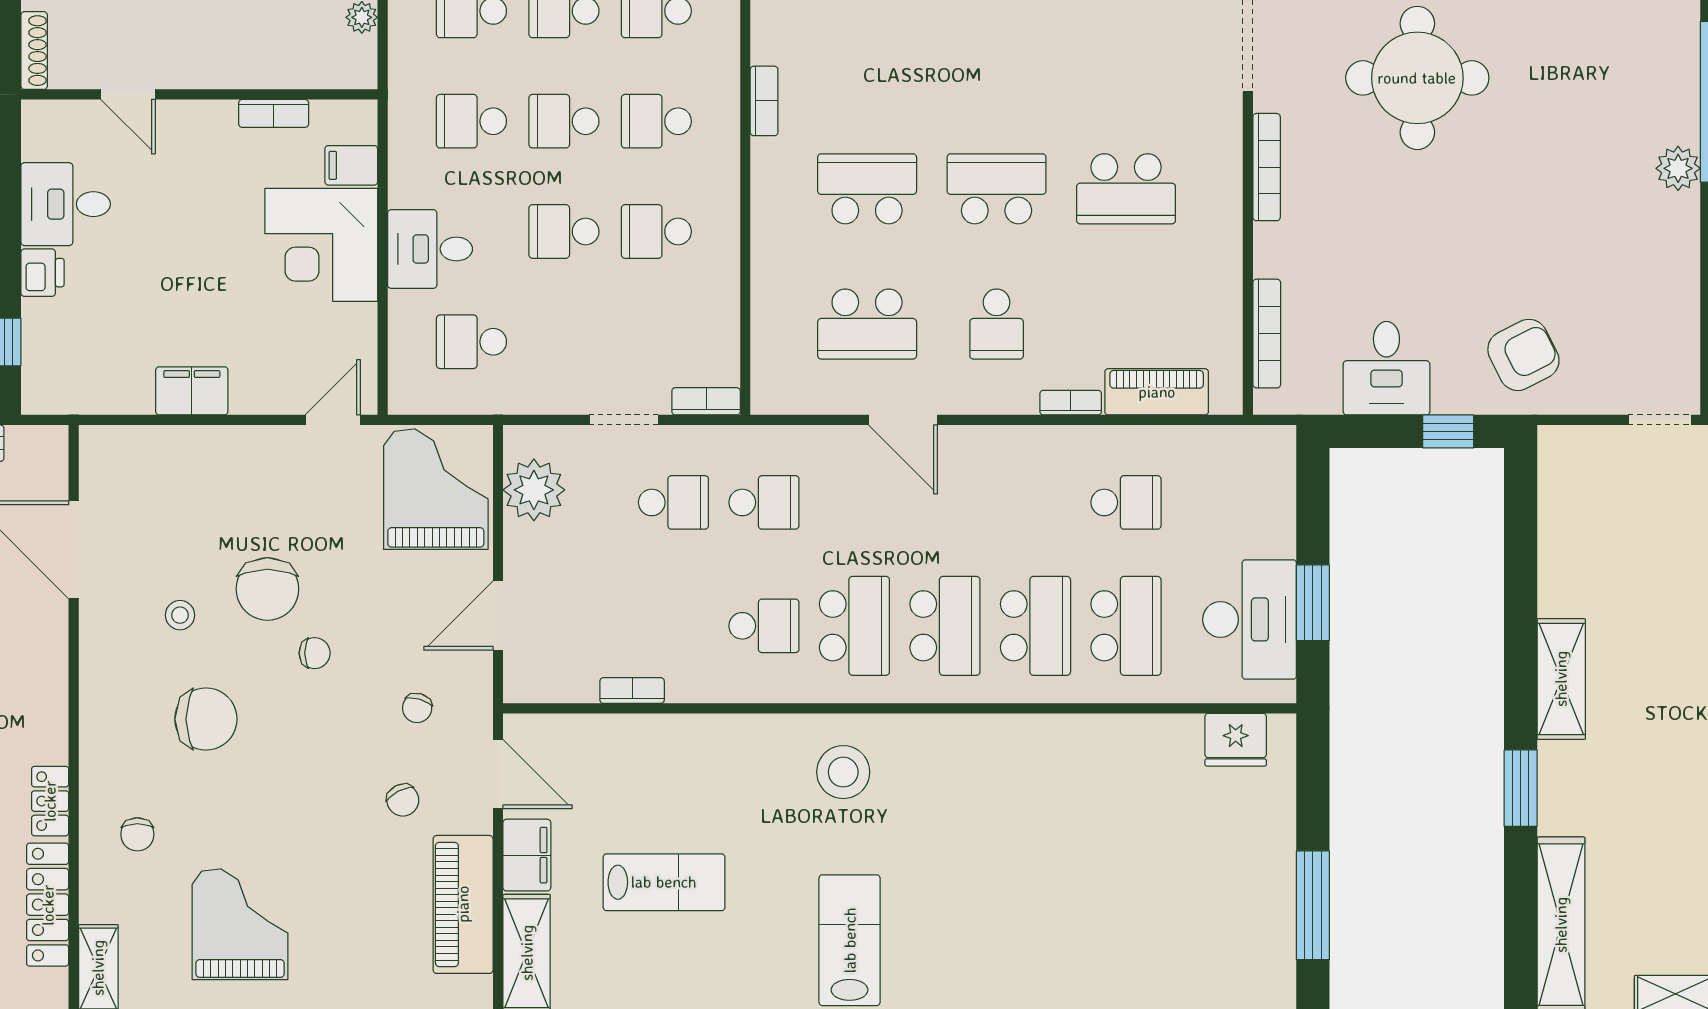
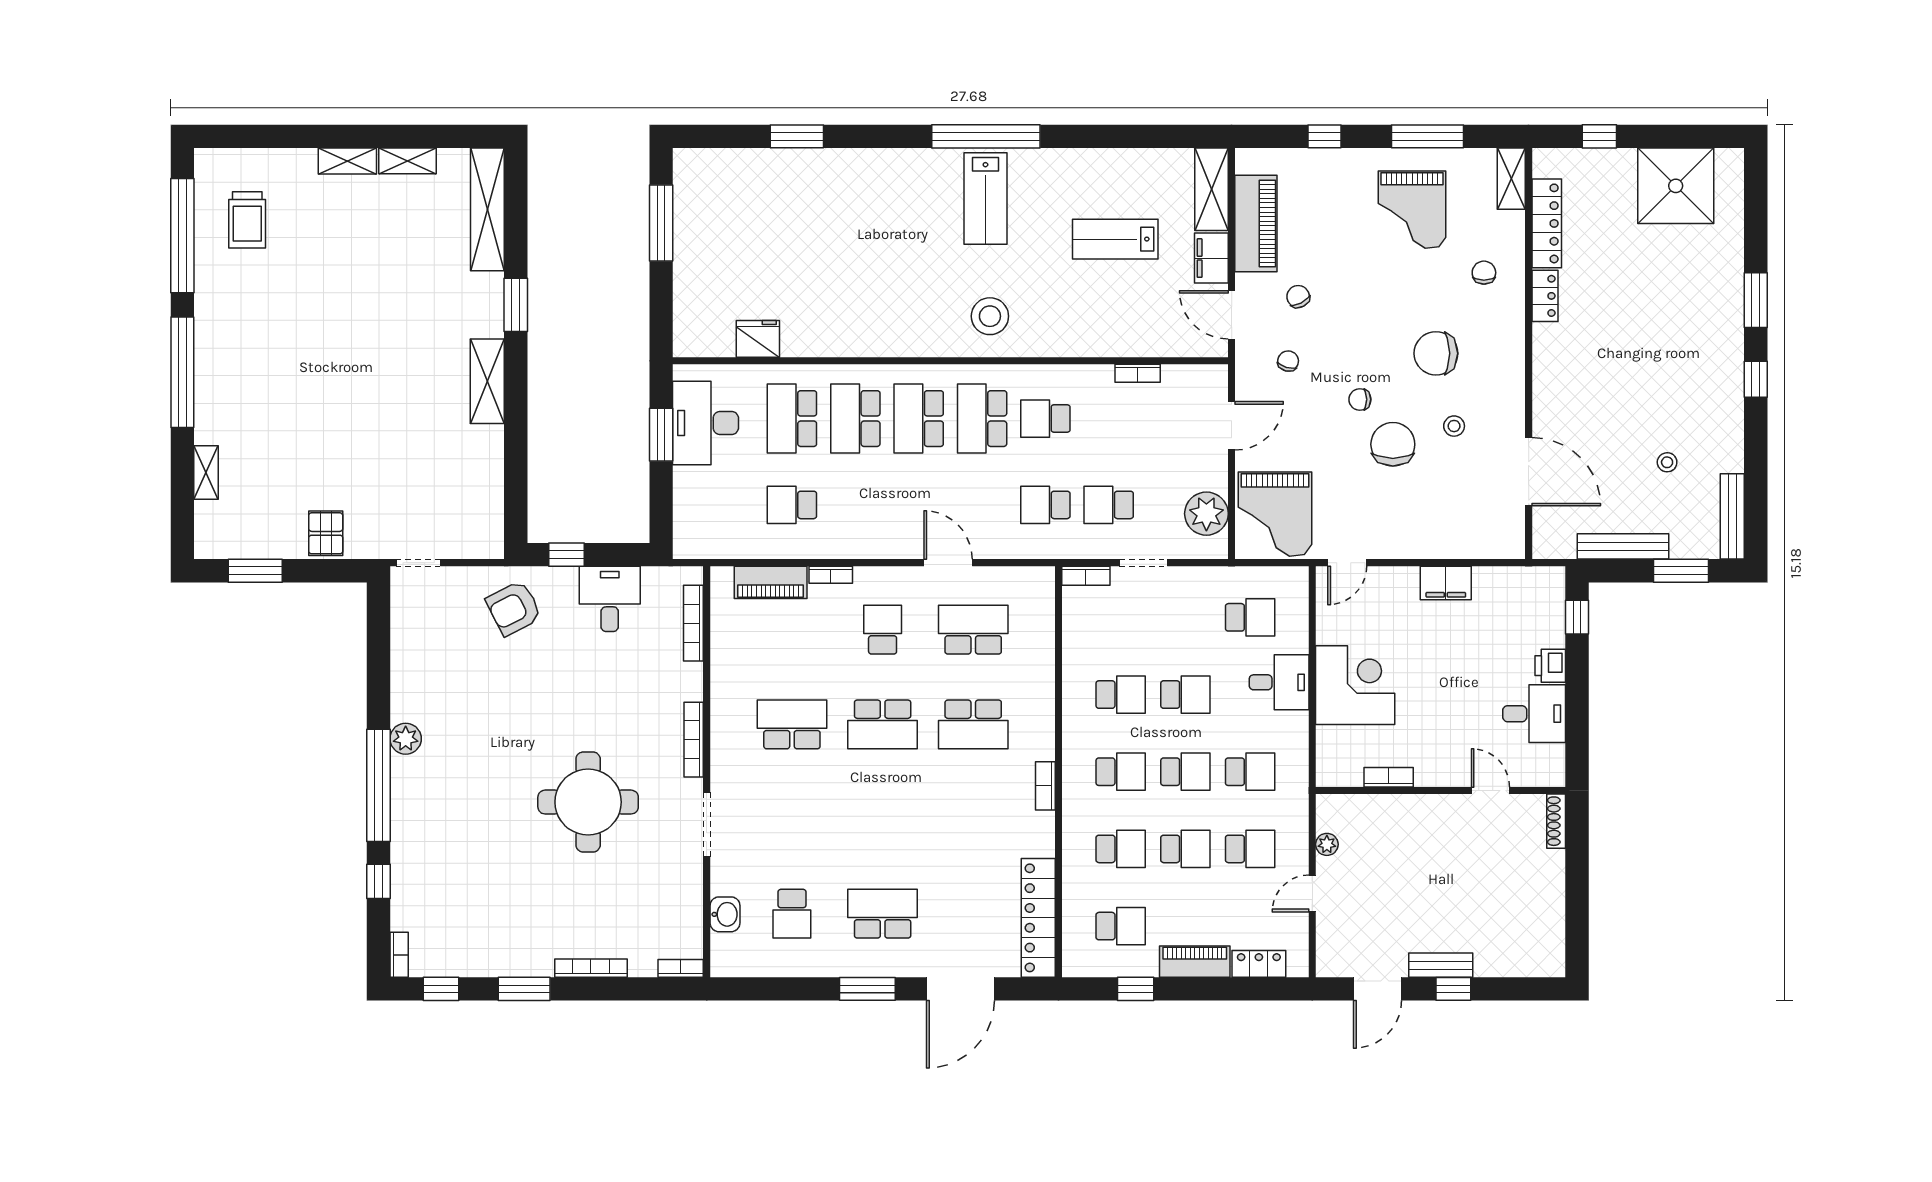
filing cabinet: (351, 165) -> (1334, 741), removed
fridge: (1236, 740) -> (758, 339), moved

